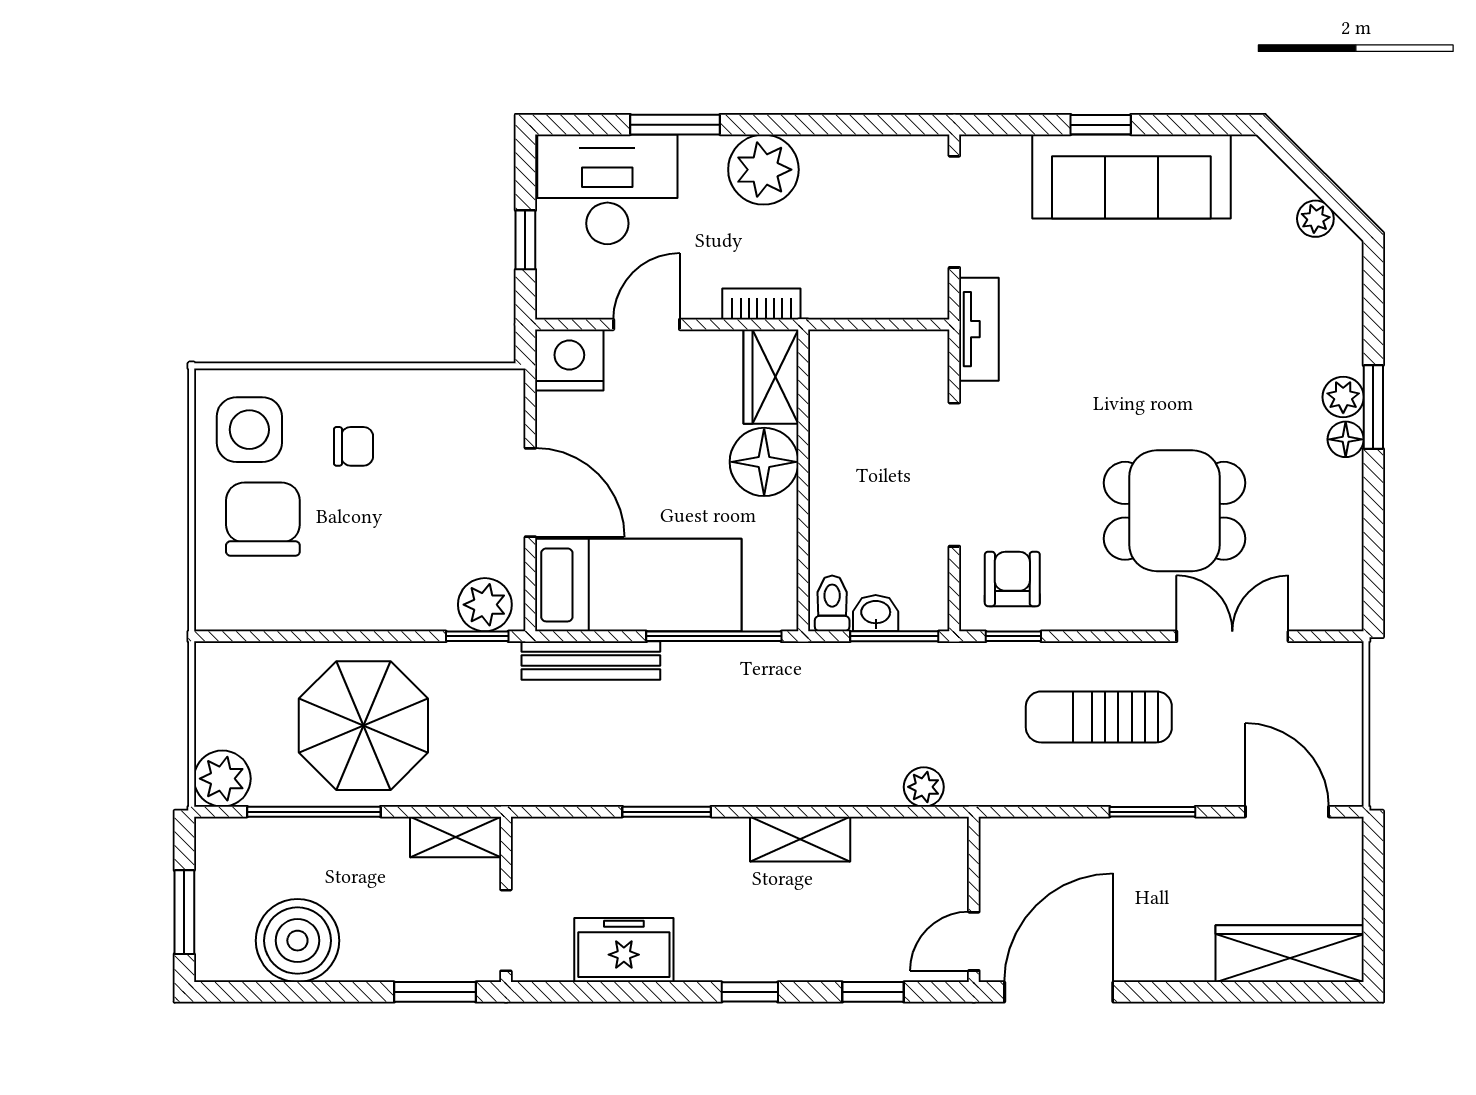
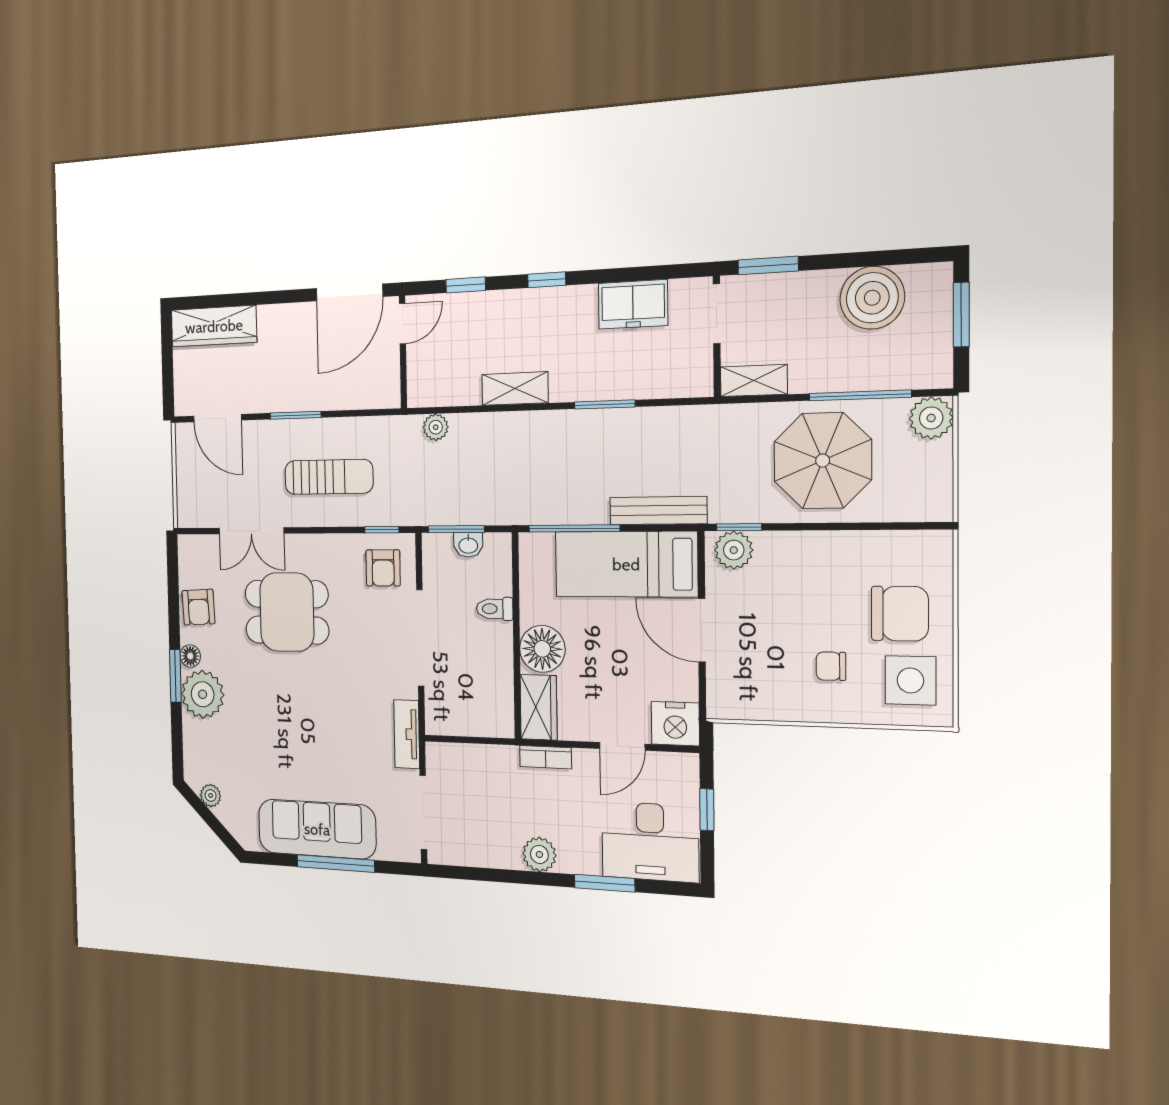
window: (1101, 125) -> (336, 864), width x2.17
plant: (763, 170) -> (539, 854), width x0.73, depth x0.73
plant: (1343, 397) -> (203, 694), width x1.88, depth x1.88
armchair: (1329, 517) -> (198, 607), added
chair: (263, 519) -> (900, 614), turned -90
toilet: (832, 603) -> (495, 609), moved, turned 90

